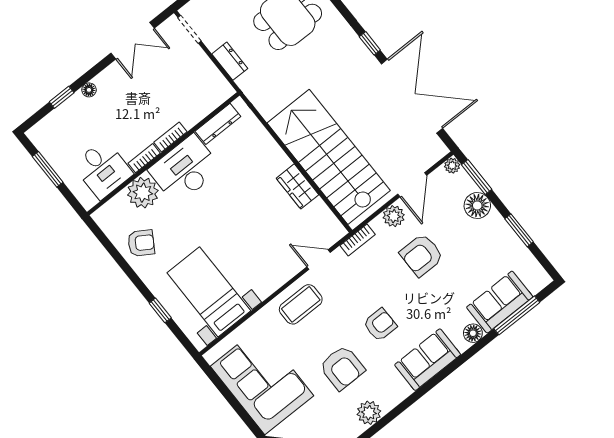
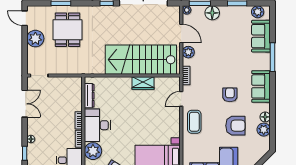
dresser: (230, 61) -> (67, 69), removed
armchair: (422, 255) -> (214, 53), removed
plant: (531, 269) -> (258, 12), added
window: (517, 315) -> (272, 57), moved
floor lamp: (473, 333) -> (265, 117), moved

